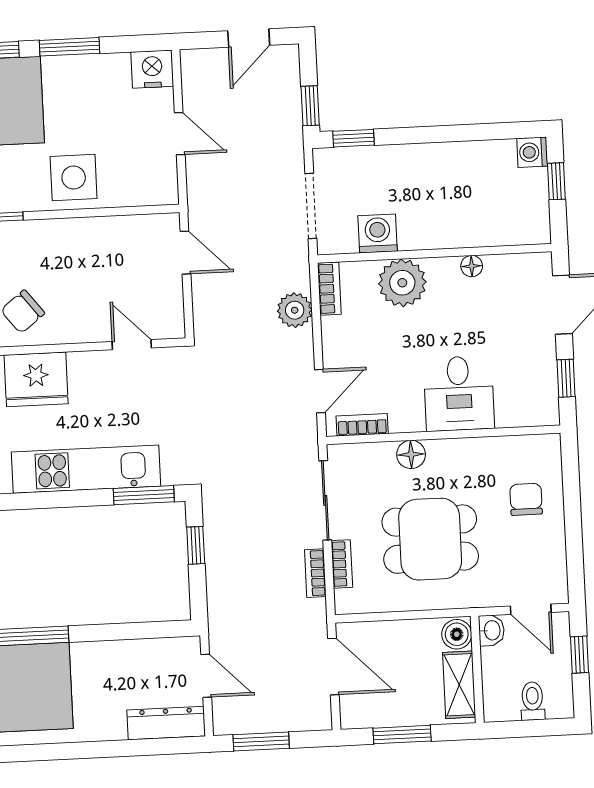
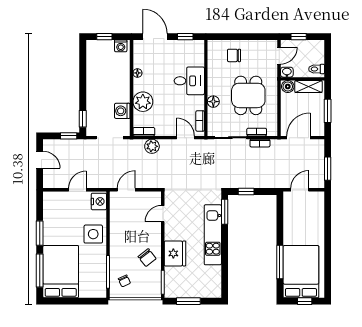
nightstand: (152, 69) -> (99, 201), moved, turned 180
washing machine: (532, 152) -> (121, 46), moved
toilet: (533, 701) -> (317, 69), moved
dresser: (166, 723) -> (318, 207), removed

